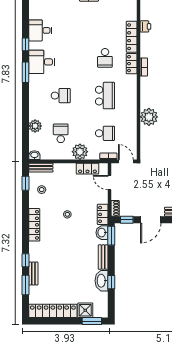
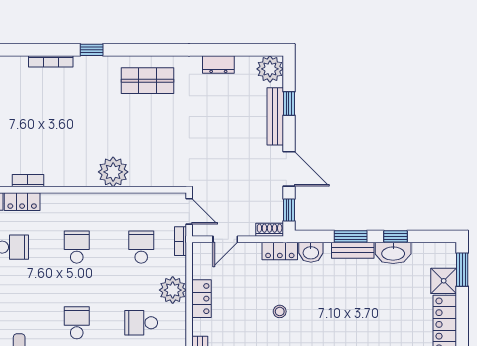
school desk: (105, 96) -> (77, 247), width x0.54
door: (126, 161) -> (189, 211), swing flipped
locker: (87, 169) -> (202, 299), moved
window: (111, 236) -> (351, 236), moved

